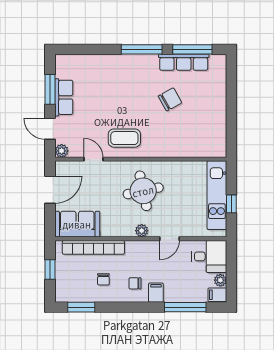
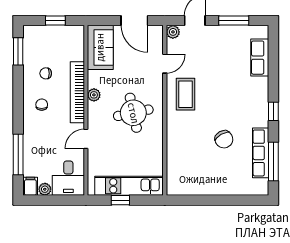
window: (142, 49) -> (273, 111), width x0.46
row of seats: (64, 97) -> (260, 58), moved, turned 90
plant: (142, 231) -> (94, 95), moved
door: (170, 239) -> (86, 139), hinge flipped
bookcase: (93, 247) -> (77, 92), moved
filing cabinet: (156, 293) -> (32, 125), removed

